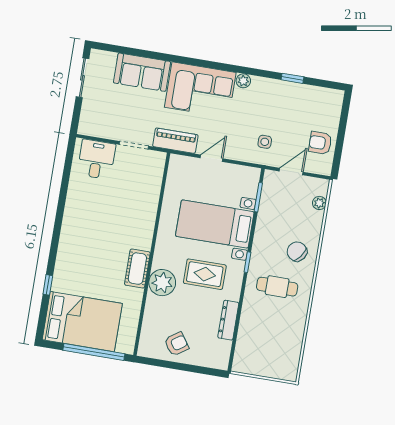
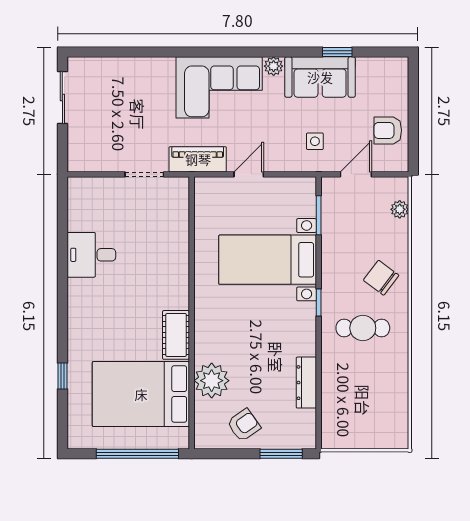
sofa: (142, 72) -> (320, 77), moved
desk: (96, 159) -> (91, 255), moved, turned -90
rug: (205, 274) -> (265, 328), removed
plant: (162, 283) -> (212, 381), moved
bed: (82, 322) -> (141, 394), moved, turned 180
window: (201, 370) -> (281, 454), added

